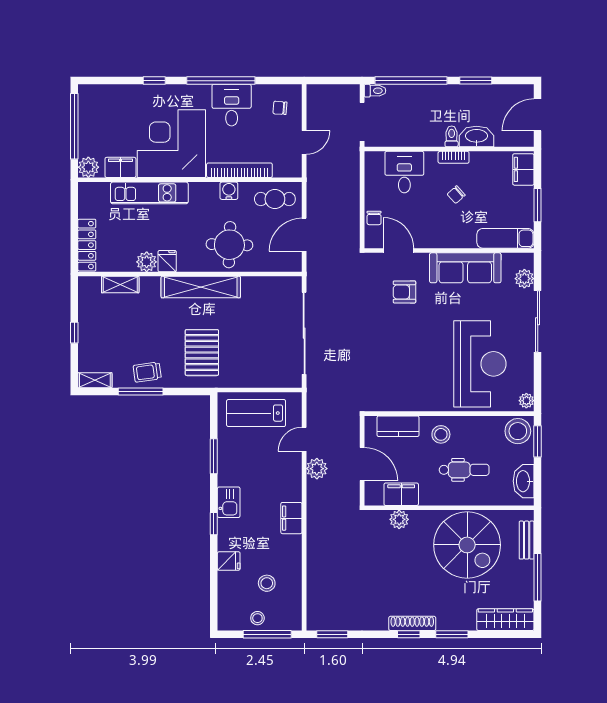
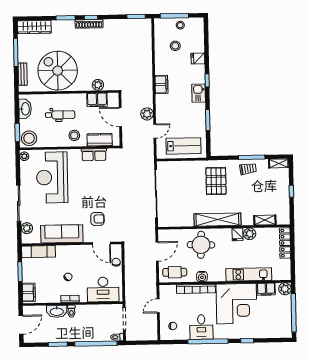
desk: (404, 172) -> (103, 289), width x1.37
row of seats: (408, 401) -> (94, 155), added
dental chair: (464, 470) -> (60, 115), turned 180

